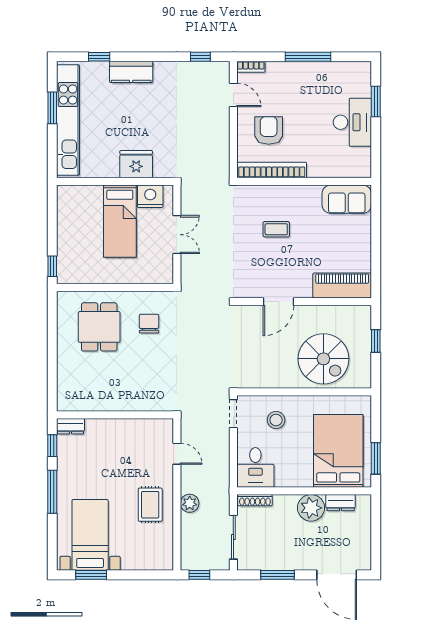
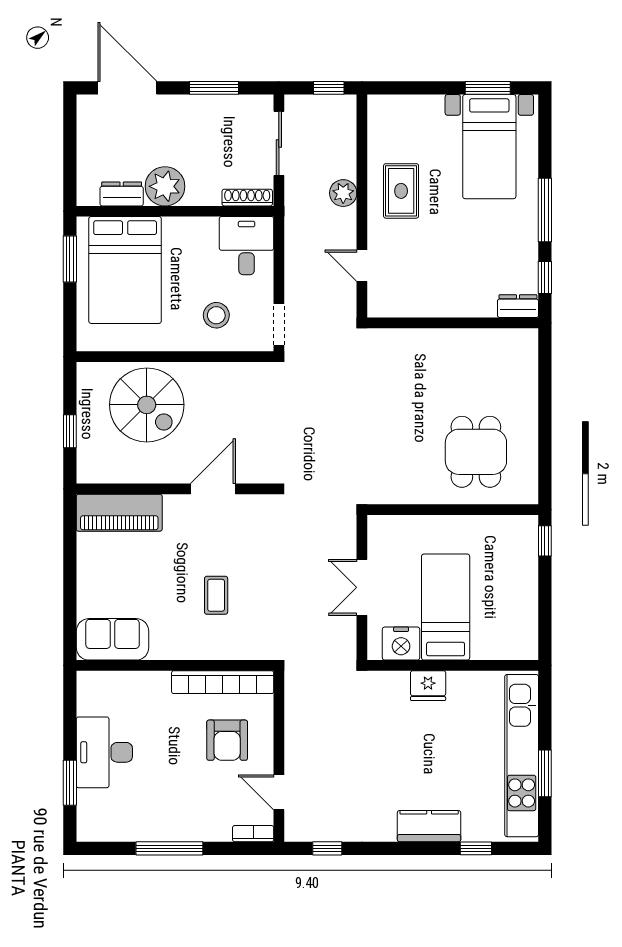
fridge: (136, 164) -> (428, 686), width x0.73, depth x0.75
coffee table: (276, 229) -> (216, 595), turned 90
chair: (149, 324) -> (403, 457), removed
spiral stairs: (323, 359) -> (147, 405), turned 180

